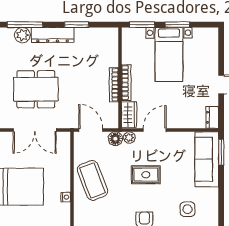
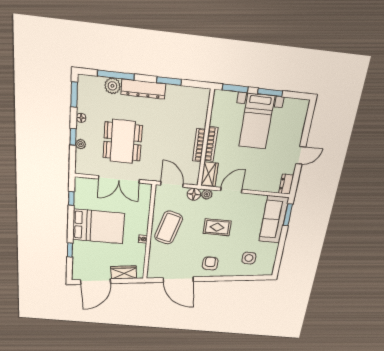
dining table: (36, 89) -> (123, 142), turned 90
coffee table: (92, 180) -> (169, 228), turned 37

